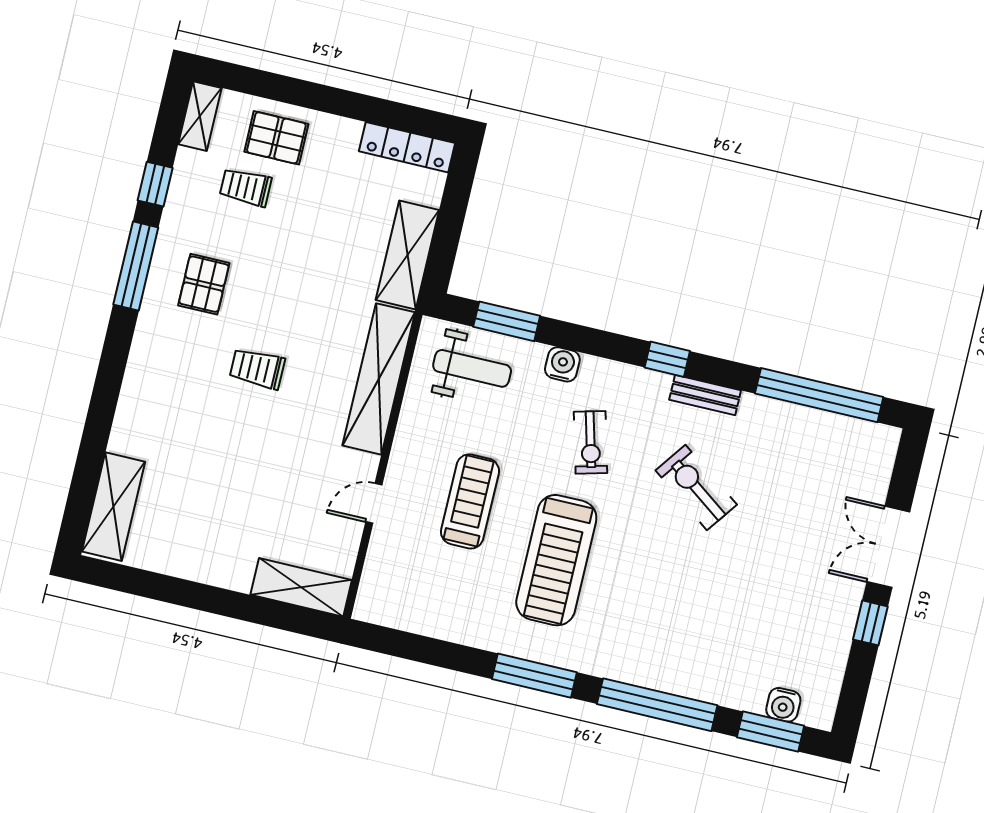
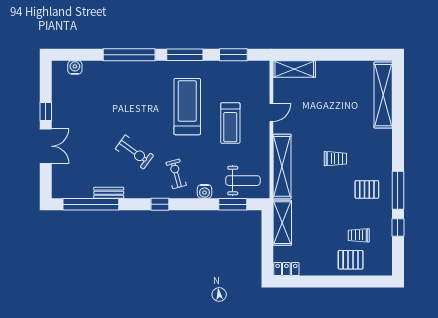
shelving: (200, 116) -> (386, 261), removed
locker: (407, 147) -> (286, 269), width x0.66
trolley: (246, 187) -> (359, 235), turned 180
pallet: (204, 284) -> (367, 189), turned 90
weight bench: (472, 368) -> (243, 181), turned 180
bench: (705, 395) -> (109, 193), moved
exercise bike: (591, 442) -> (176, 174), moved
shelving: (113, 507) -> (383, 95), width x1.47
window: (771, 731) -> (233, 55), moved

